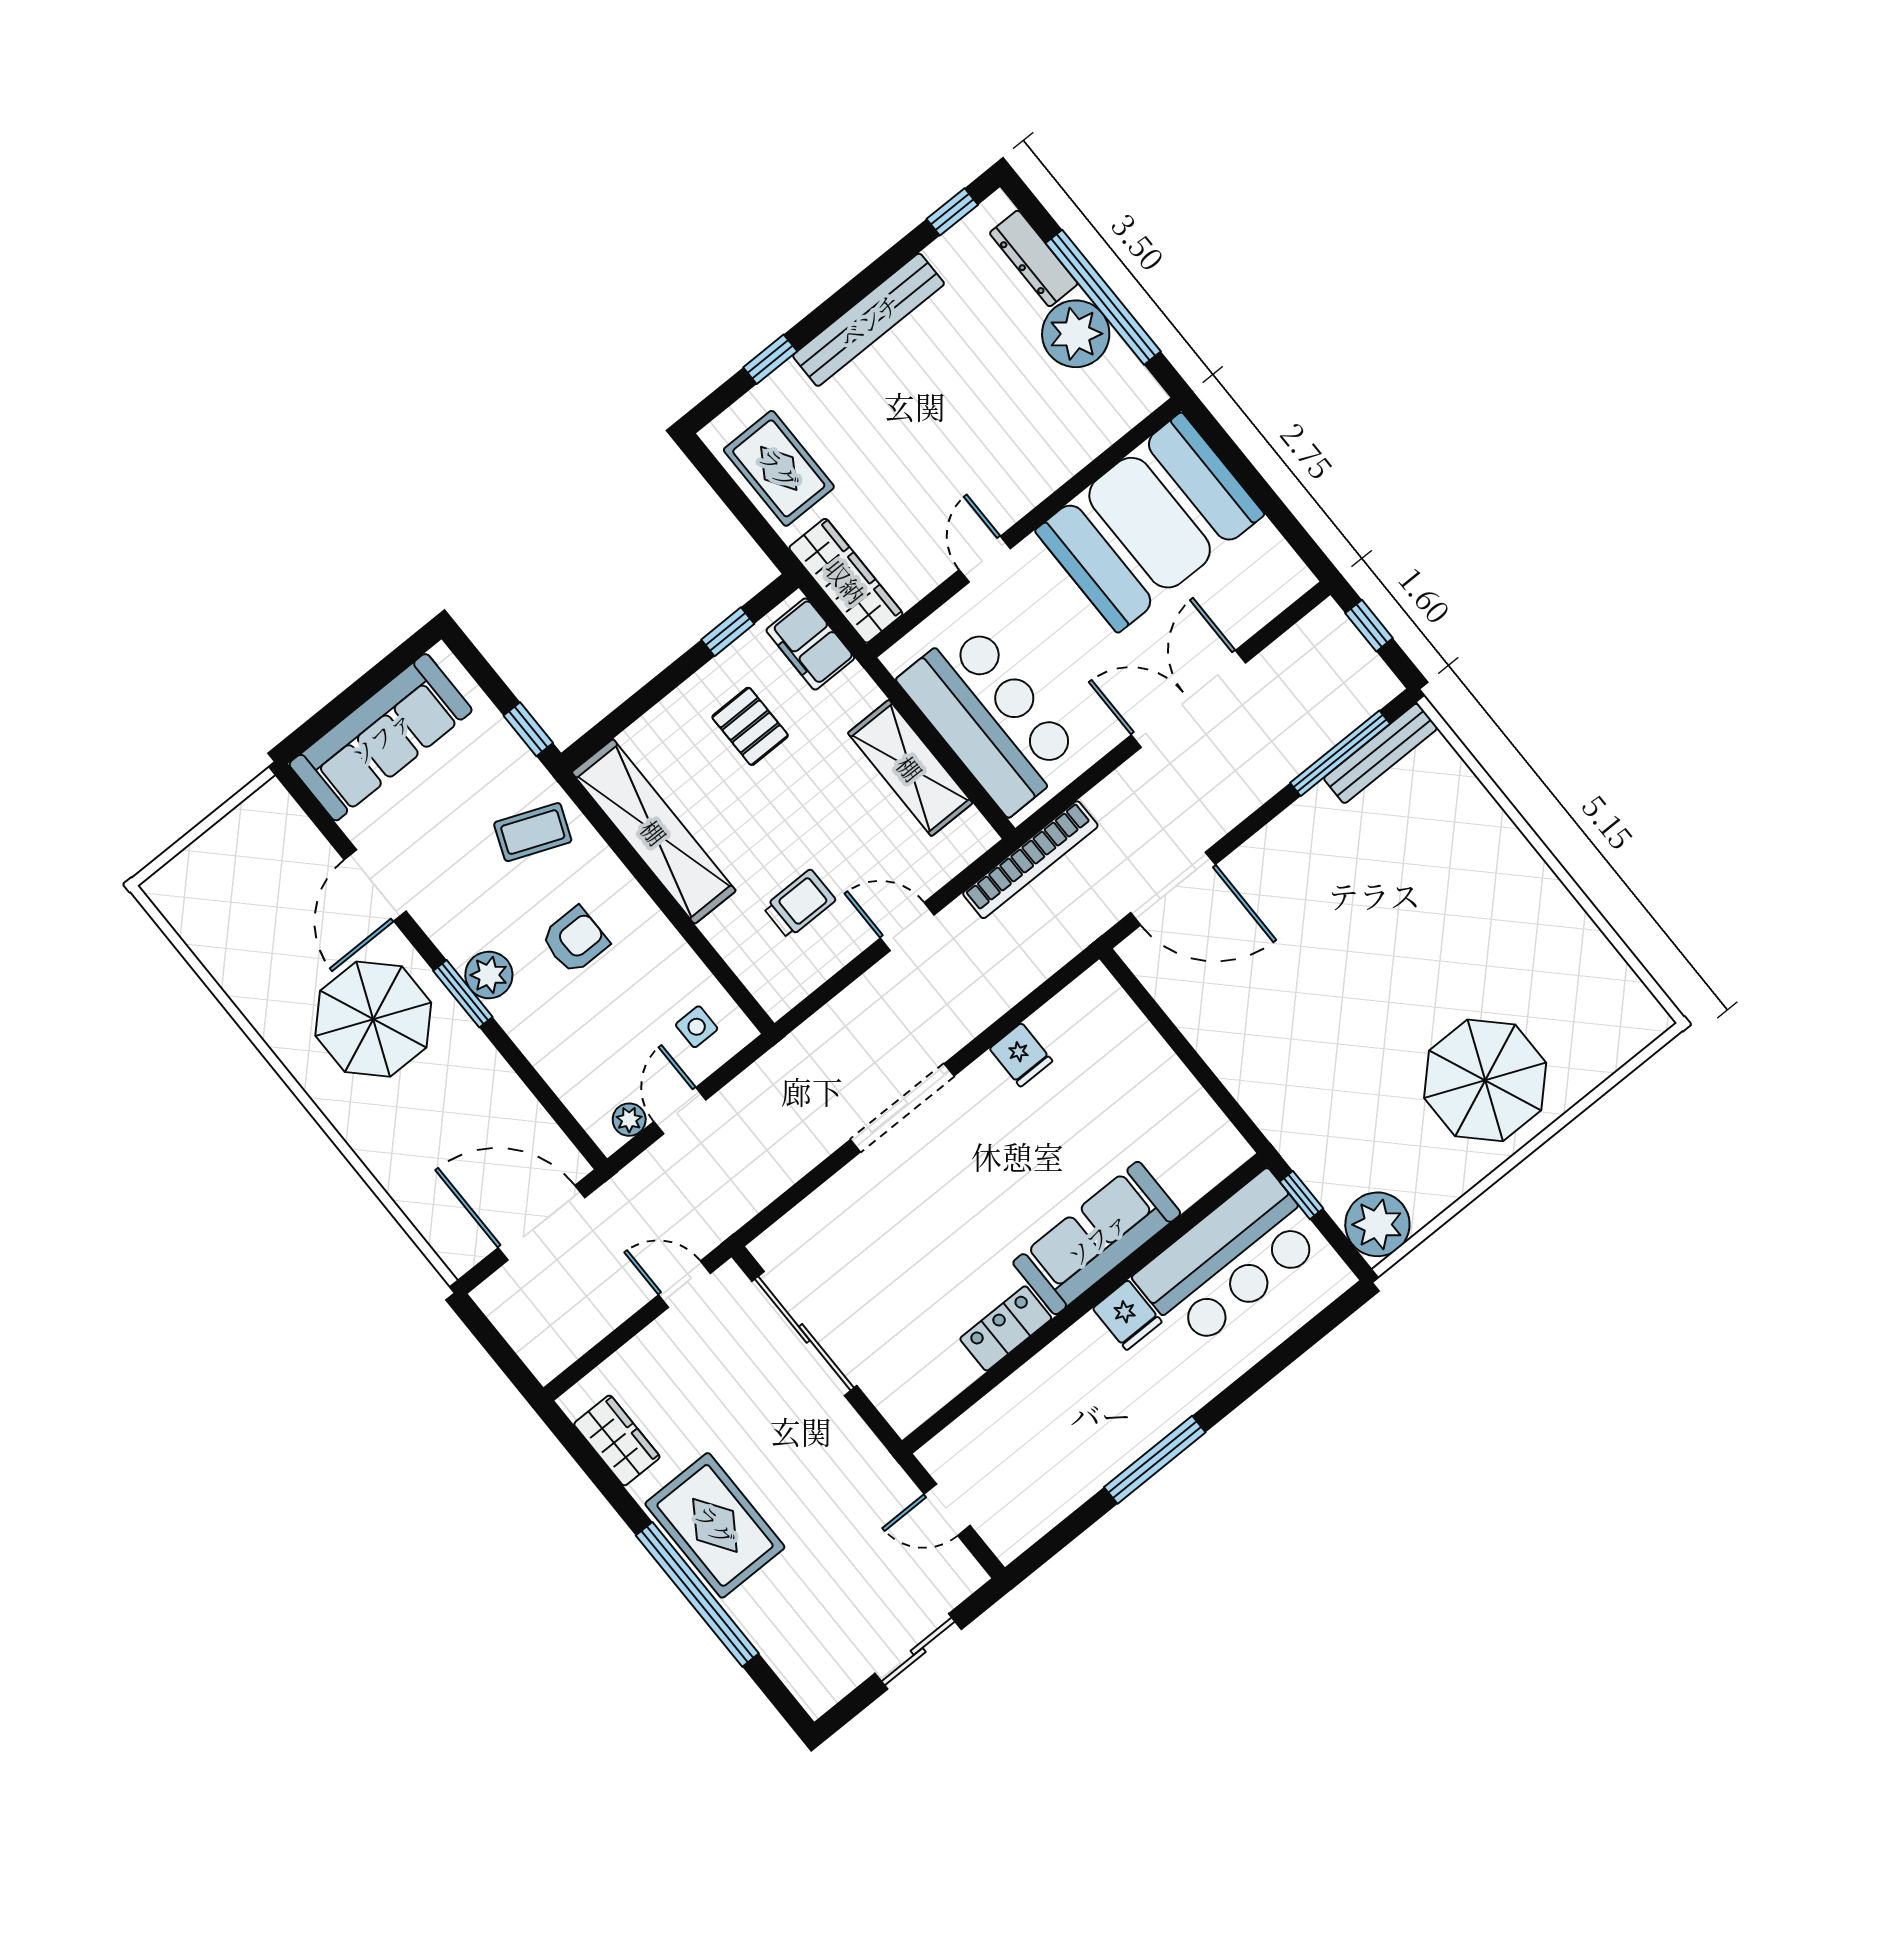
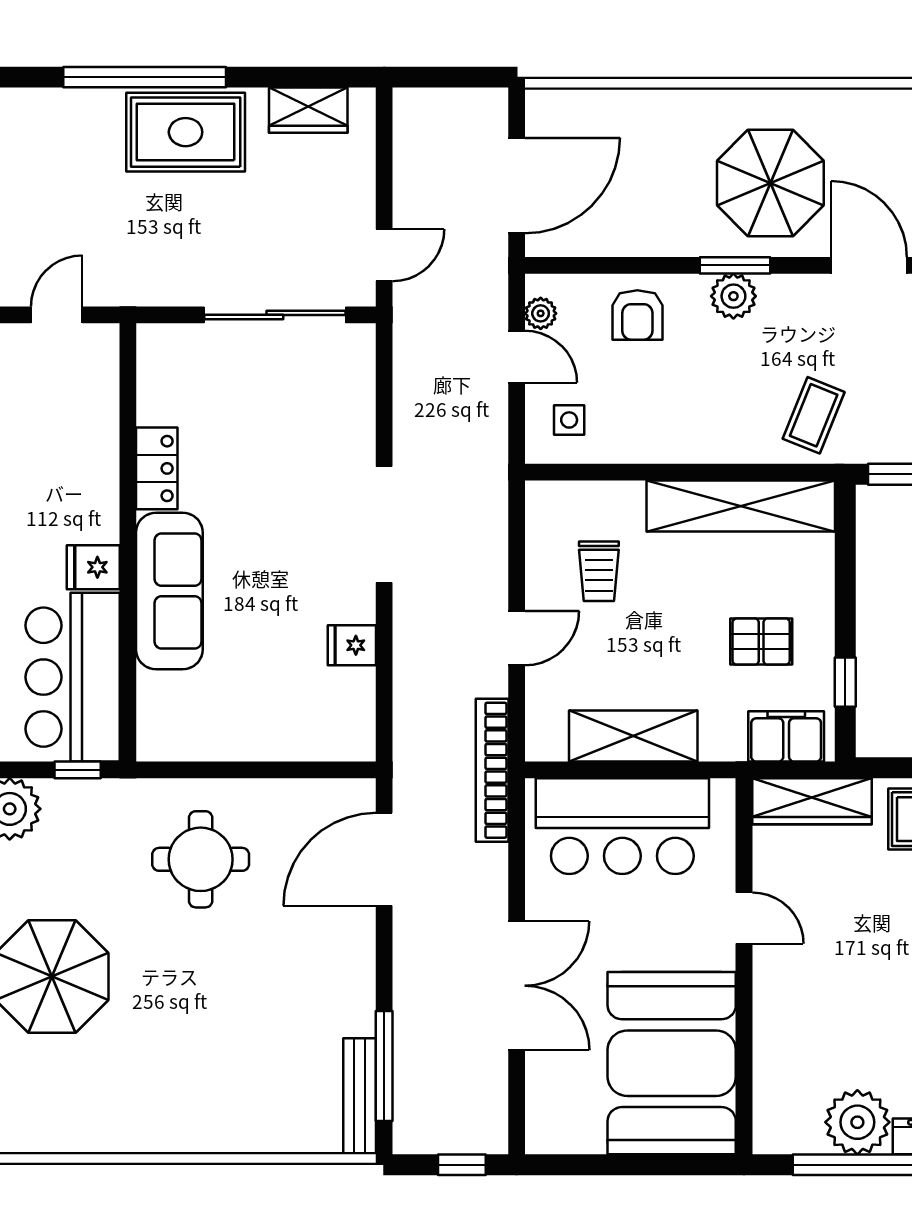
armchair: (575, 940) -> (637, 315), moved
round table: (1293, 1037) -> (201, 859), added

